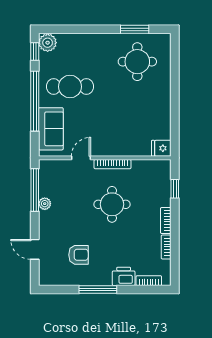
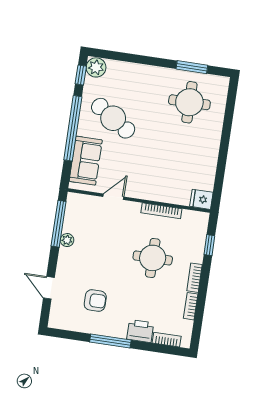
cafe table: (70, 87) -> (113, 118), turned 33
bookcase: (113, 164) -> (161, 211), moved
round table: (112, 204) -> (153, 258), moved

